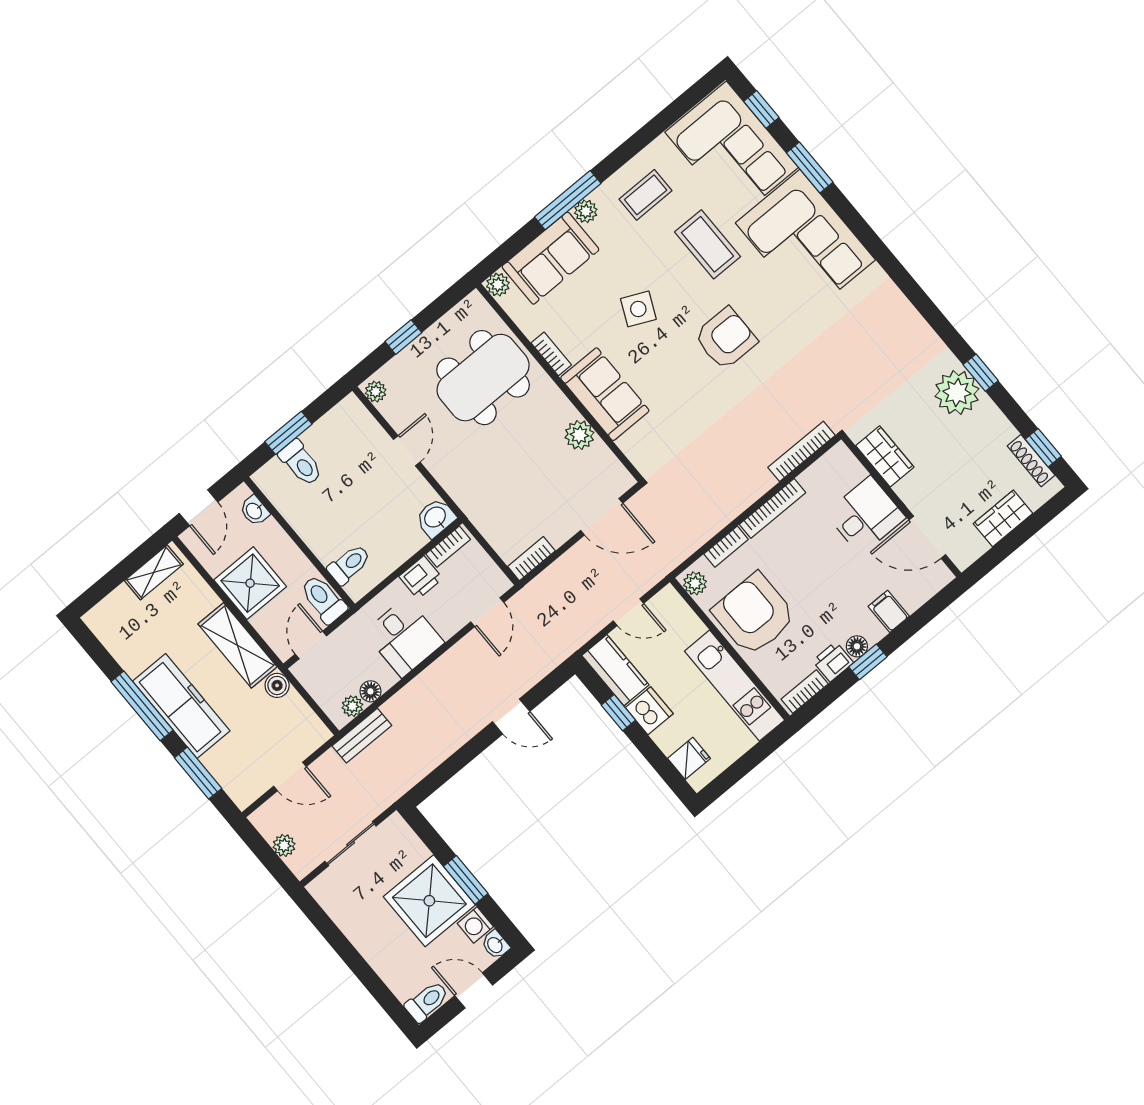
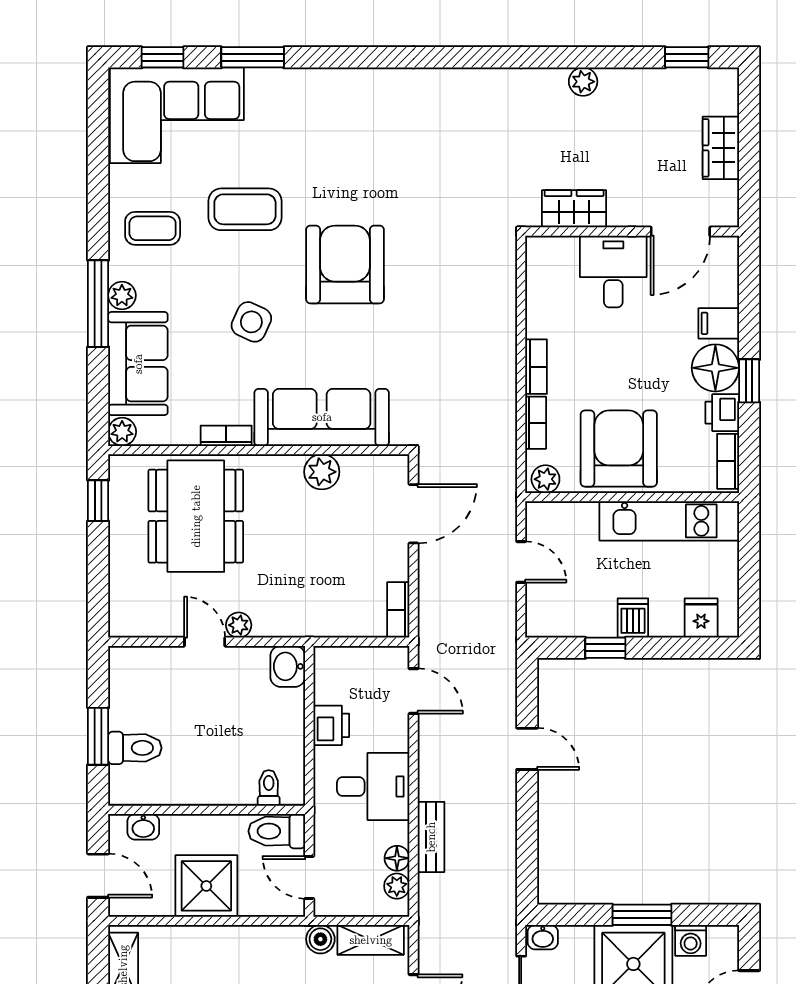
coffee table: (646, 195) -> (153, 228), turned 90
corner sofa: (805, 241) -> (317, 118), removed
window: (403, 337) -> (98, 501), moved
armchair: (726, 338) -> (345, 264), width x1.36, depth x1.36
window: (981, 373) -> (571, 57), removed
plant: (376, 392) -> (239, 625), moved
plant: (957, 392) -> (583, 82), width x0.53, depth x0.53
sofa: (605, 394) -> (322, 417), width x1.36
bookcase: (802, 451) -> (506, 281), removed
shoe rack: (1031, 461) -> (689, 78), removed
bookcase: (772, 508) -> (536, 367), width x0.64
bookcase: (448, 547) -> (324, 677), removed
toilet: (349, 564) -> (269, 788), width x0.73, depth x0.72
door: (628, 612) -> (521, 562), hinge flipped
armchair: (754, 614) -> (619, 449), turned 90
shelving: (238, 645) -> (371, 940), moved, width x0.67, depth x0.75
floor lamp: (857, 646) -> (715, 368), width x1.89, depth x1.89
kitchen counter: (615, 670) -> (564, 618), removed
dishwasher: (649, 711) -> (633, 618), width x0.73
door: (511, 716) -> (527, 749), hinge flipped
bench: (362, 736) -> (431, 837), moved
washbasin: (495, 945) -> (543, 937), moved

